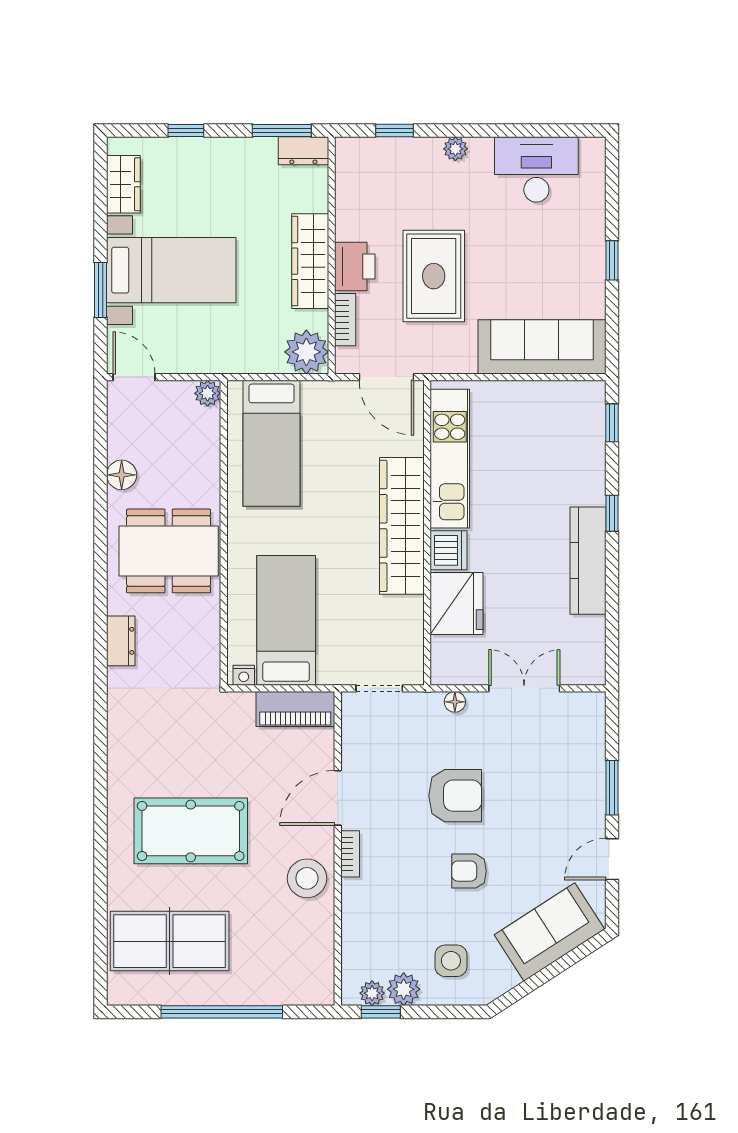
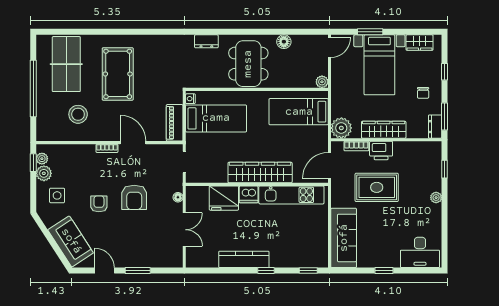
desk: (536, 169) -> (420, 252), moved, turned 90
chair: (231, 177) -> (423, 93), added
stool: (307, 878) -> (78, 114), moved

